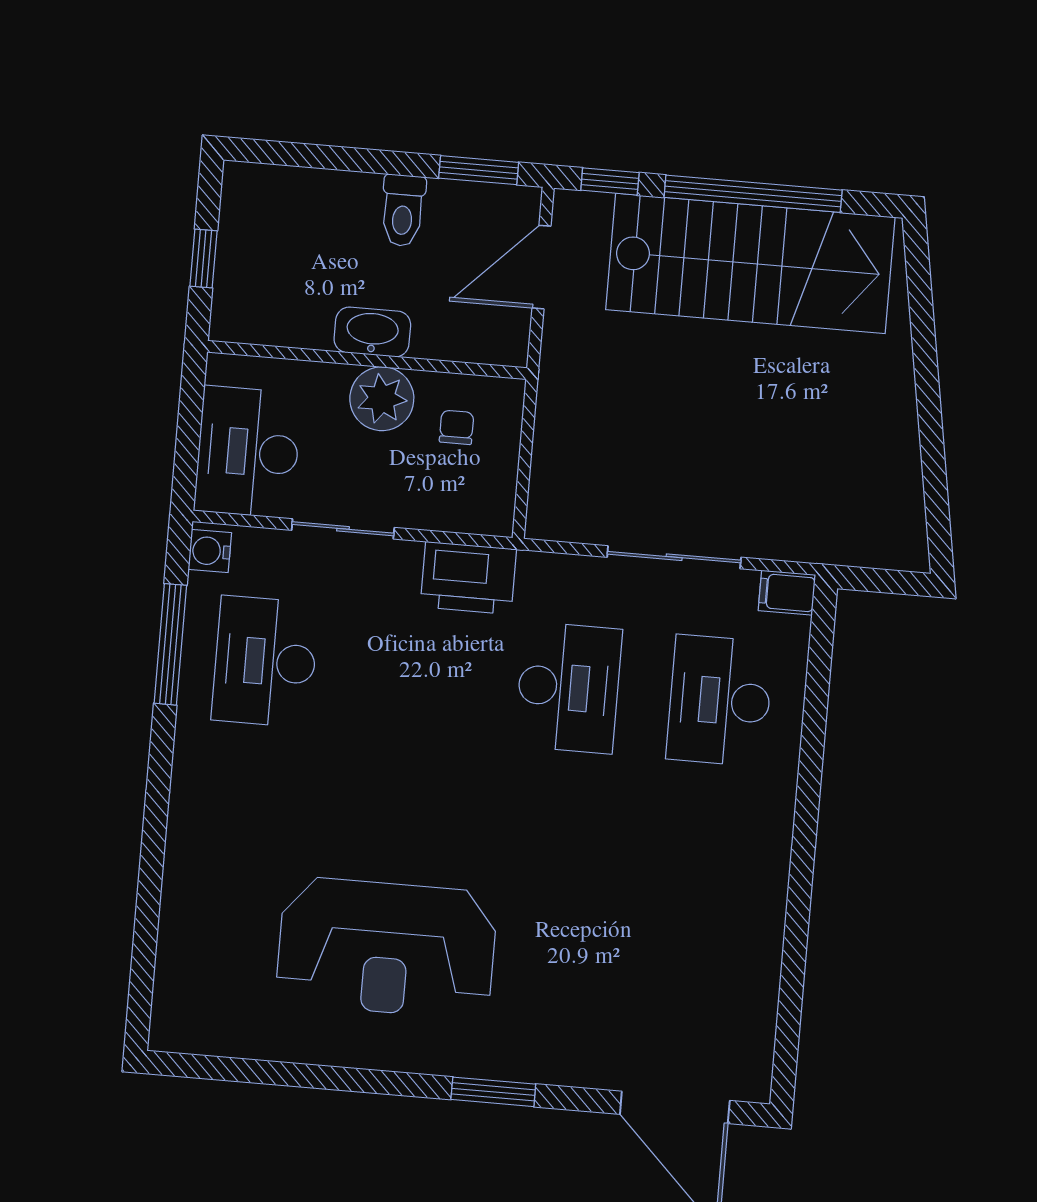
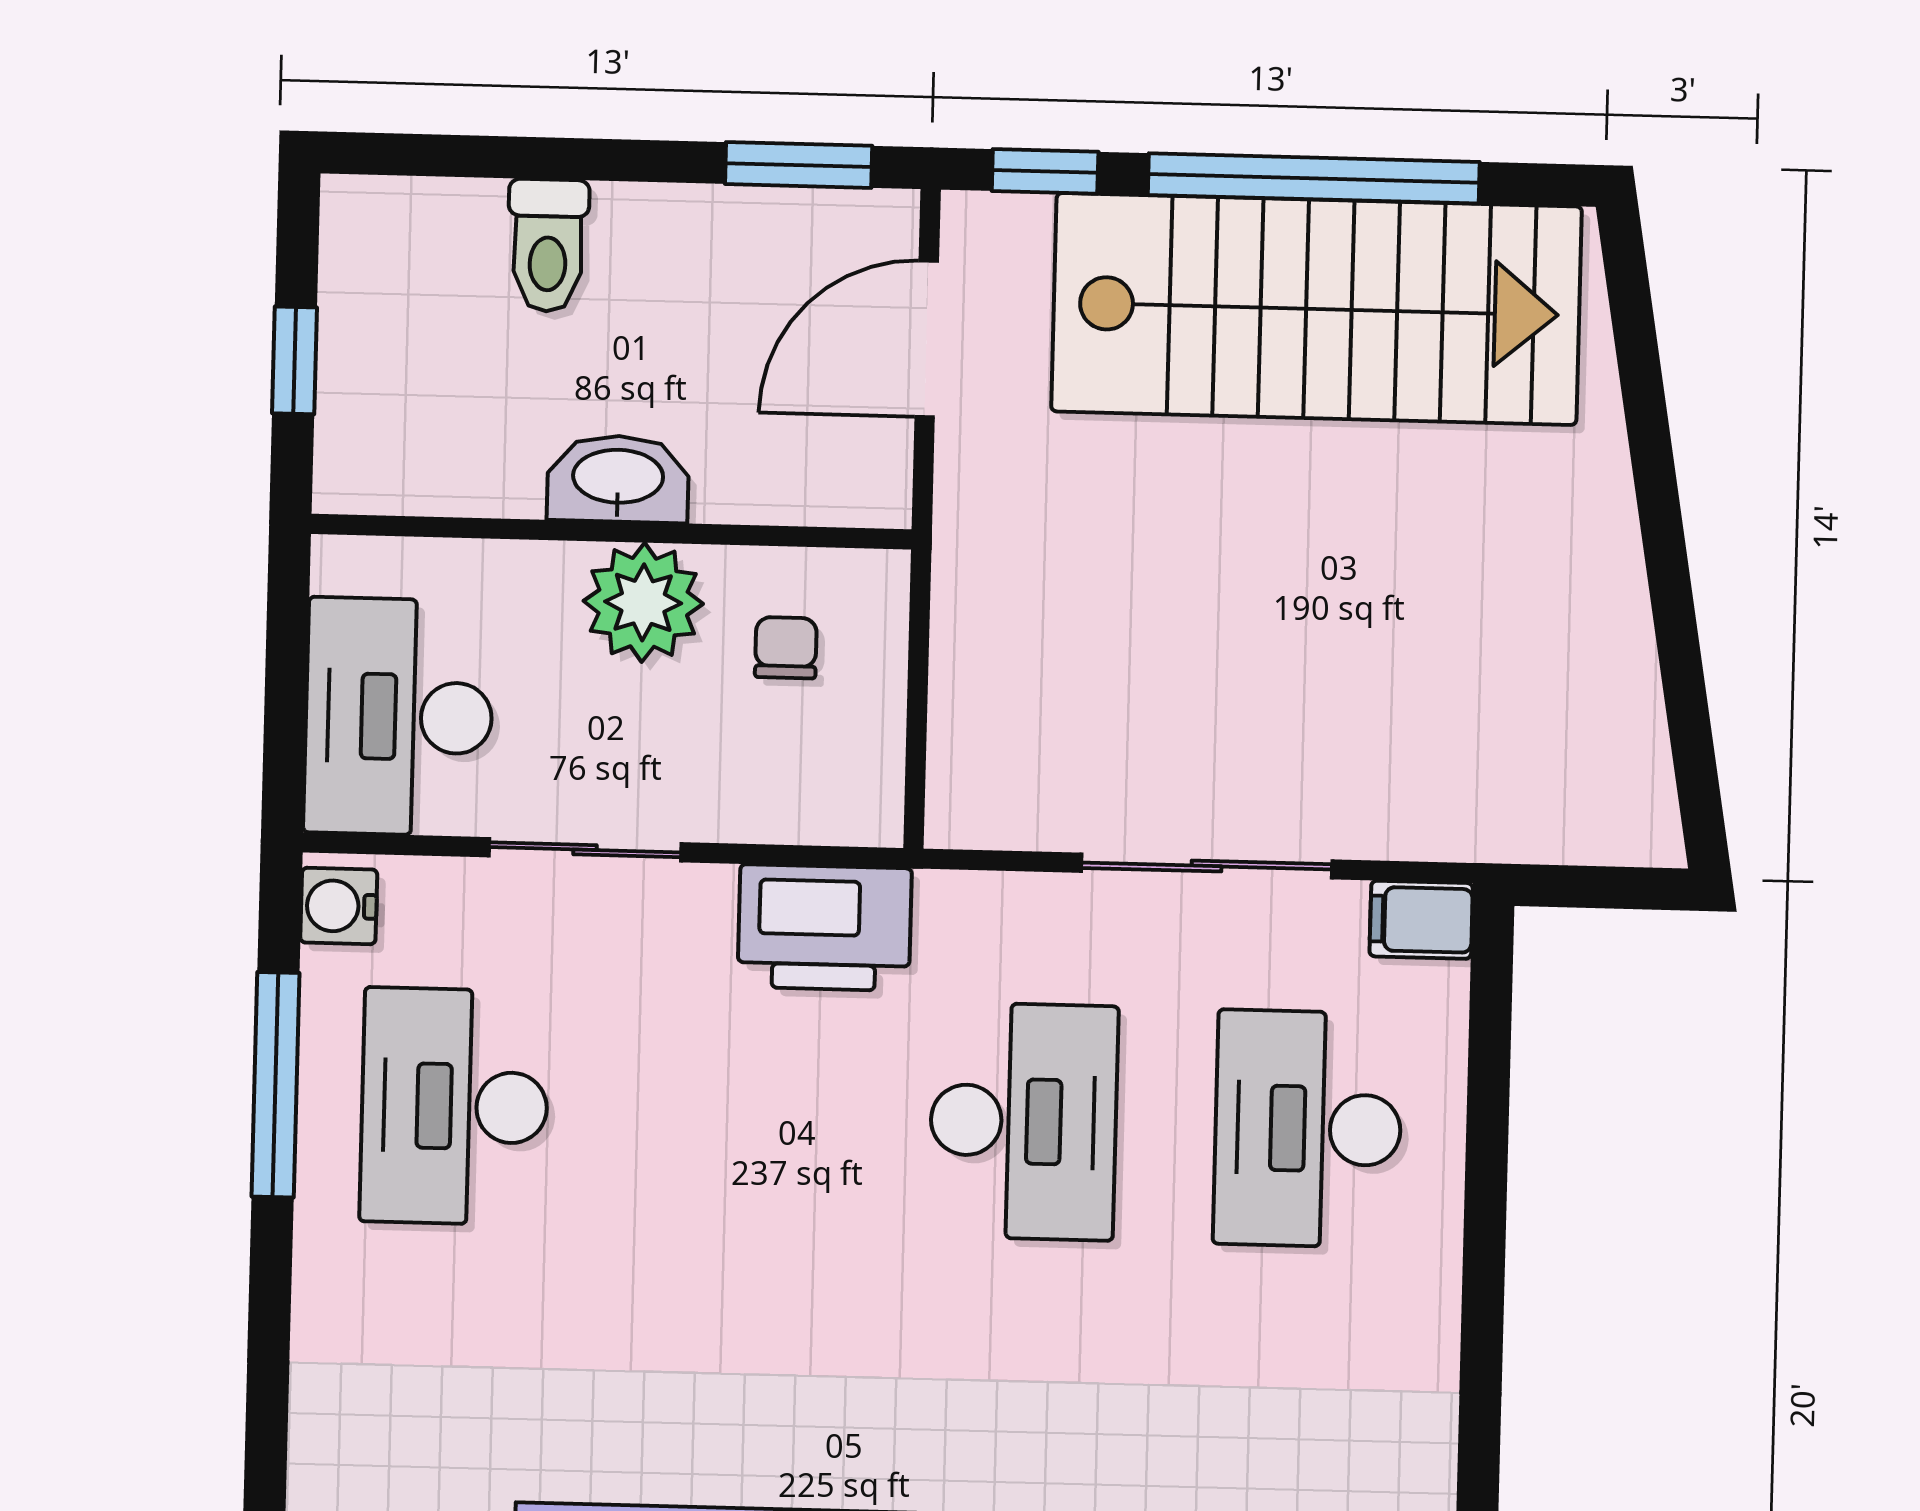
toilet: (403, 210) -> (548, 245), moved

